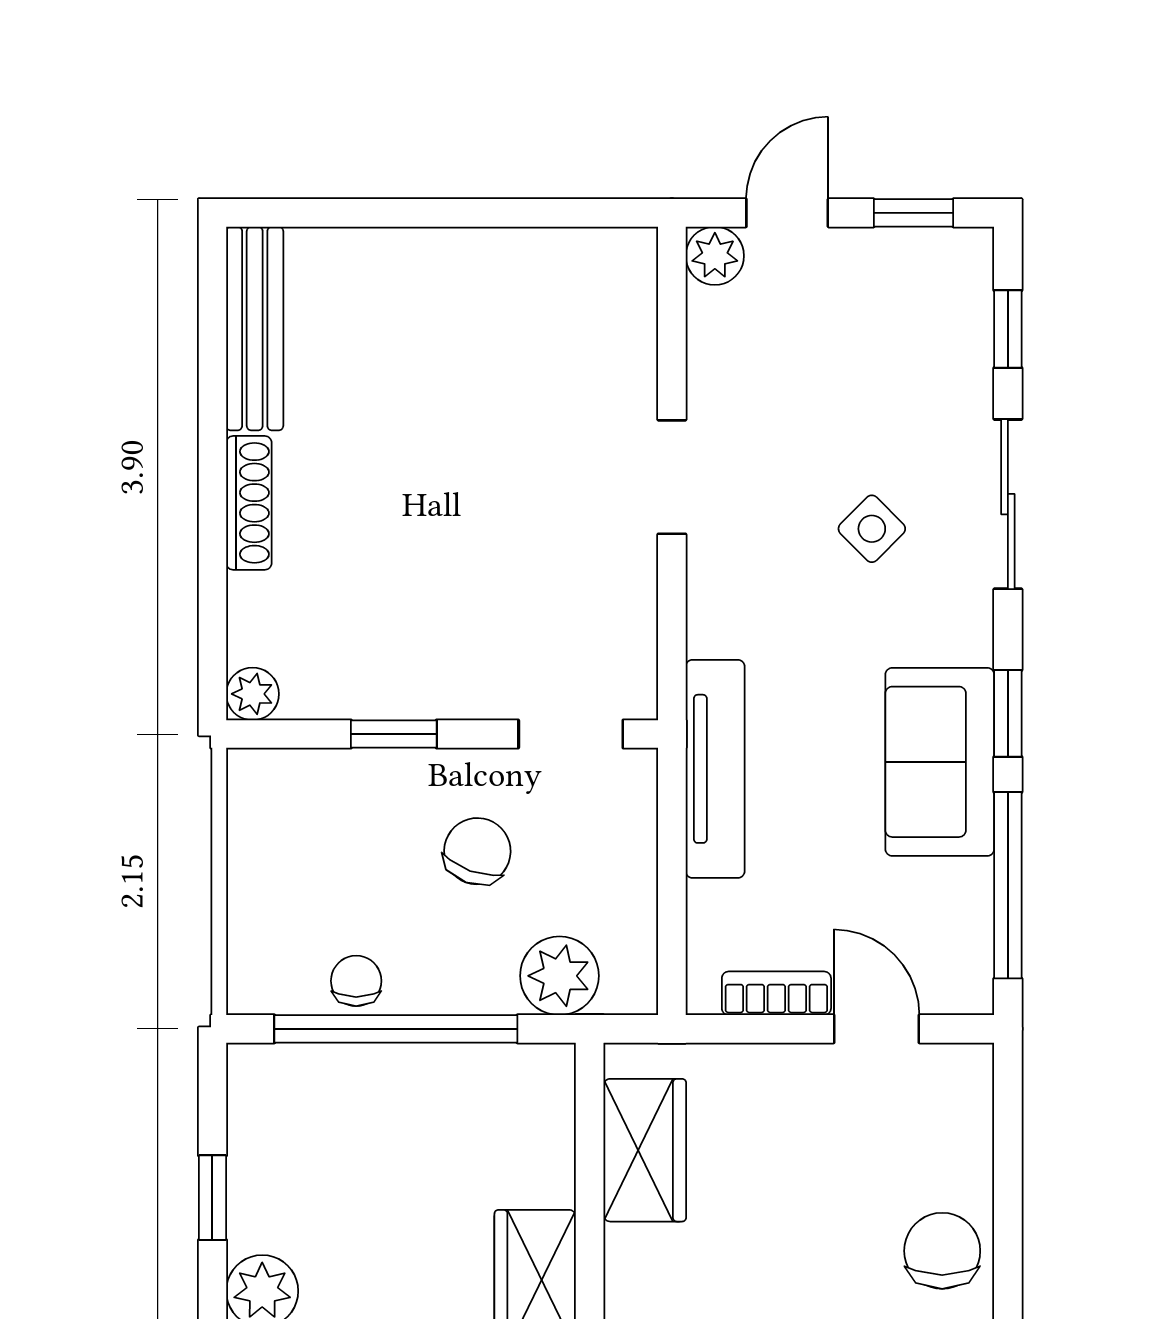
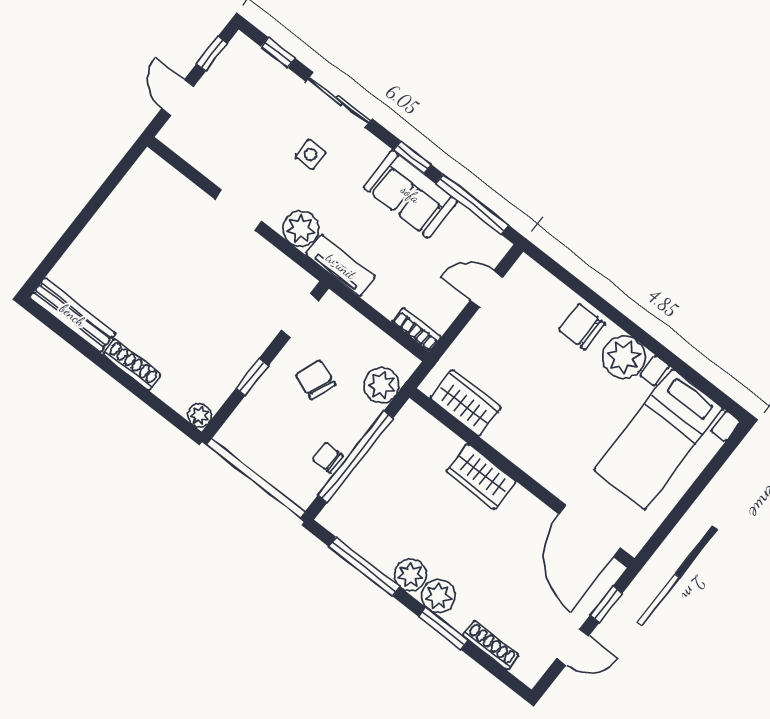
plant: (715, 256) -> (301, 229), moved, width x1.38, depth x1.38
side table: (872, 529) -> (311, 154), turned 45
tv unit: (715, 769) -> (341, 266), width x0.71
bookcase: (776, 993) -> (417, 329), moved, turned 90
window: (212, 1198) -> (364, 567), width x2.17

